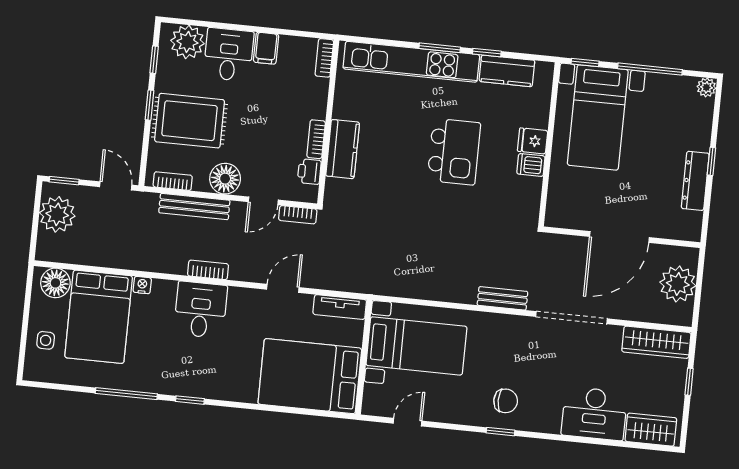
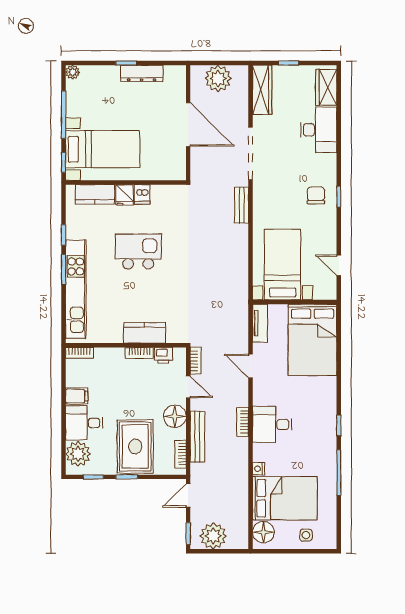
kitchen counter: (507, 71) -> (95, 194), moved, turned 90

